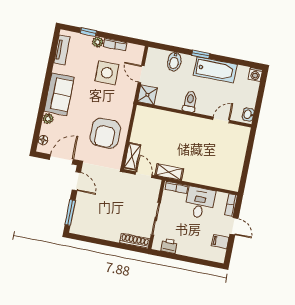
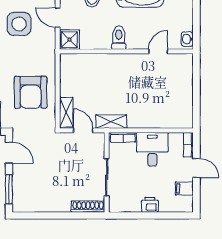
printer: (169, 246) -> (150, 205), moved

